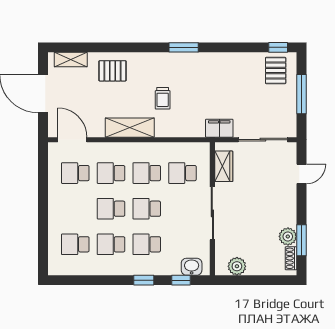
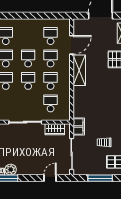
trolley: (163, 98) -> (104, 142), moved
door: (72, 140) -> (72, 45), moved
door: (301, 174) -> (50, 178), swing flipped

